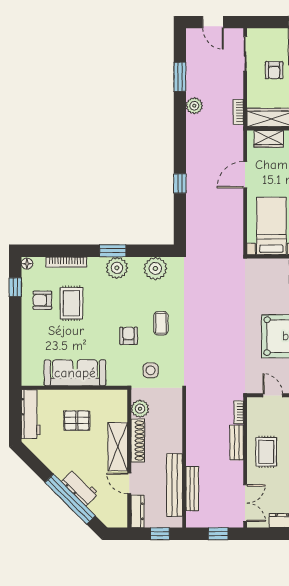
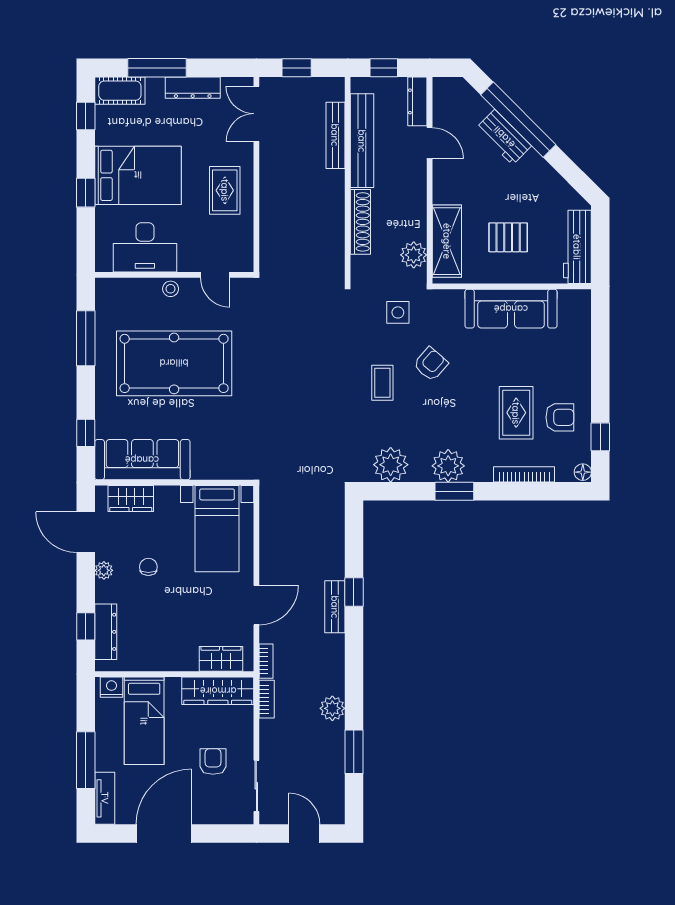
armchair: (129, 336) -> (431, 364), turned -139
bookcase: (239, 412) -> (266, 661), moved
shoe rack: (138, 441) -> (360, 222), moved, turned 180
bench: (237, 443) -> (335, 607), moved
shelving: (118, 447) -> (447, 241), moved

